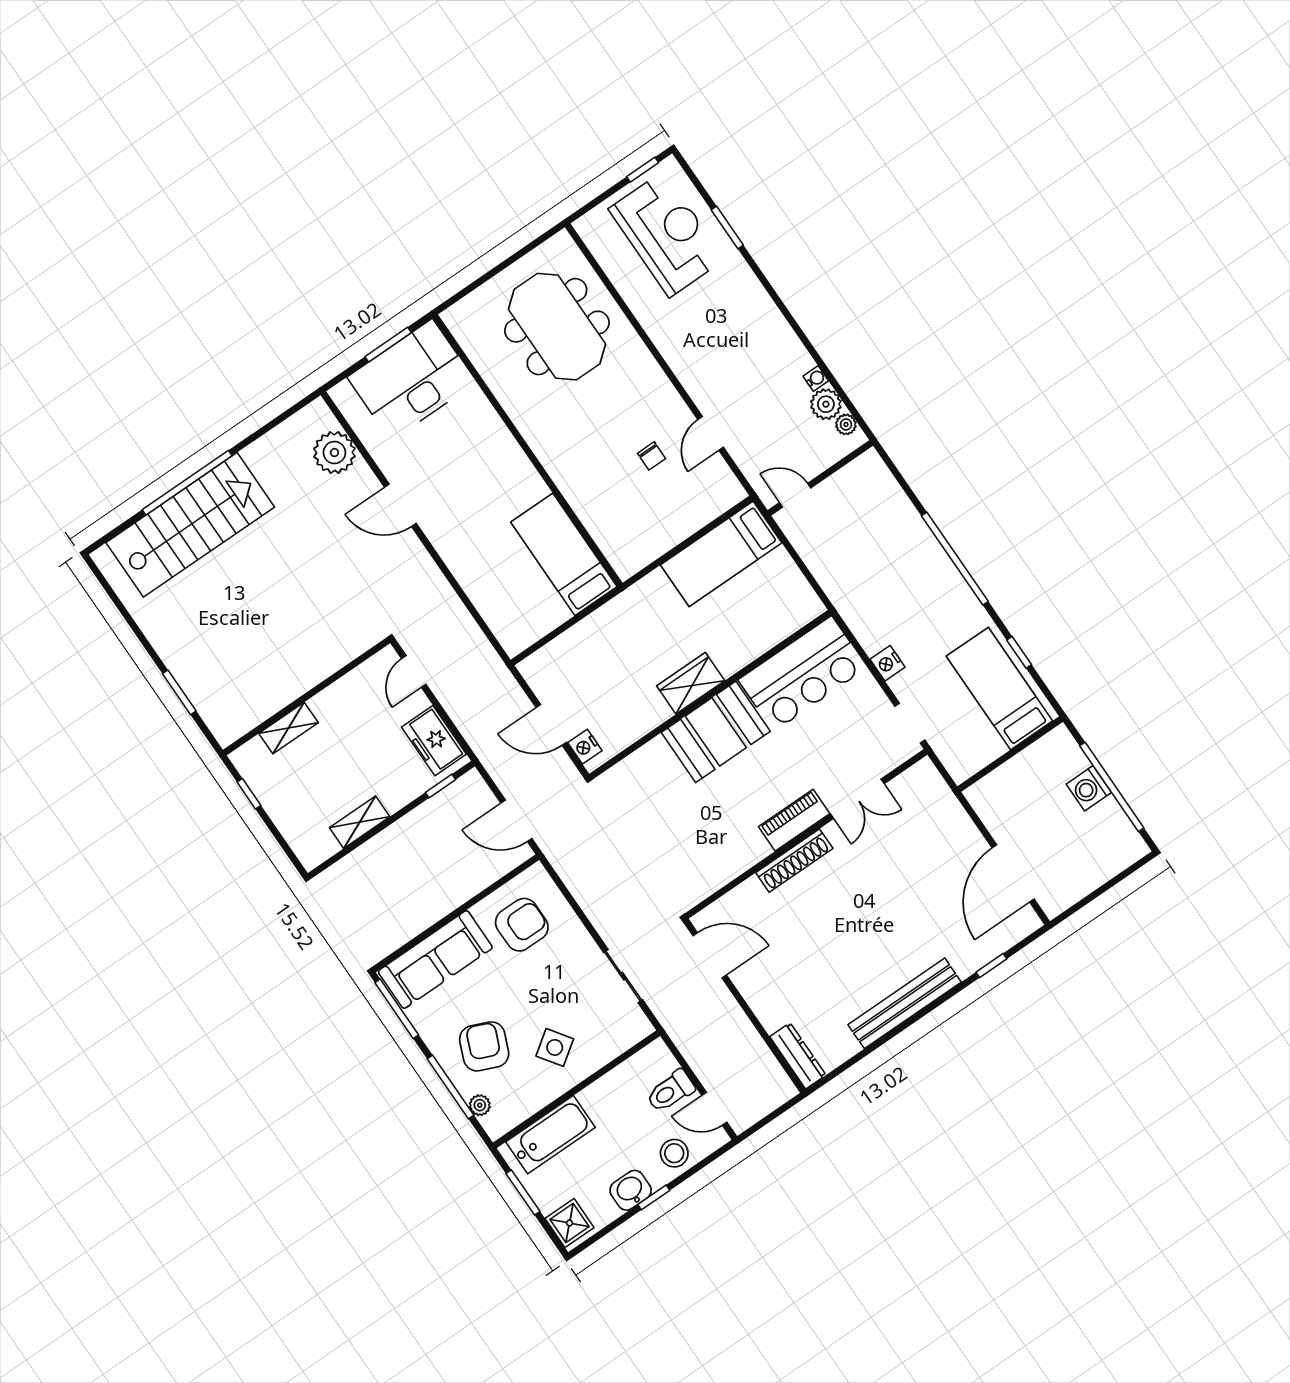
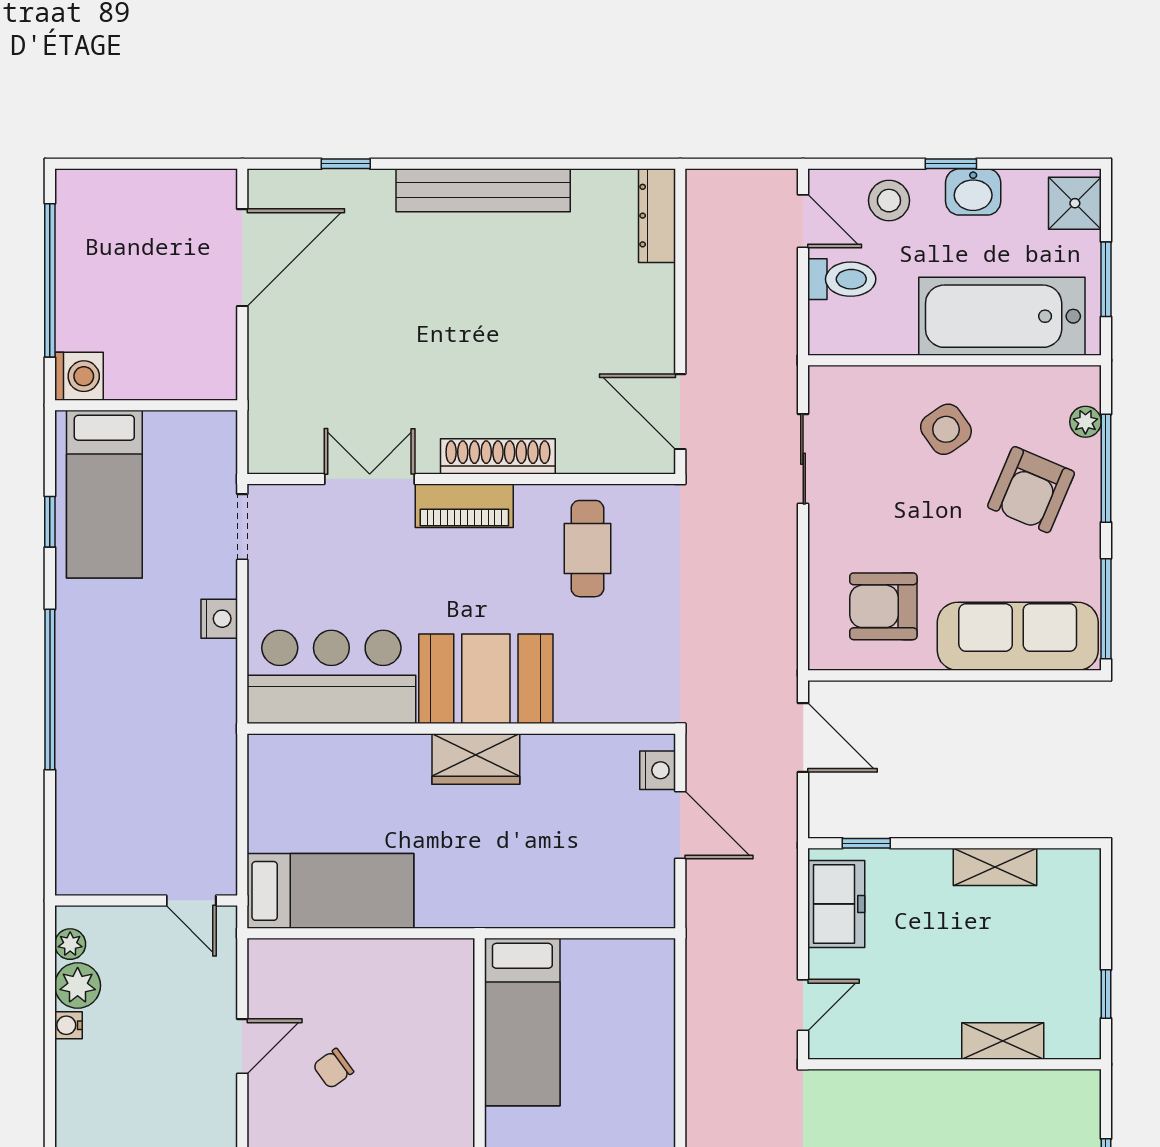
chair: (652, 456) -> (333, 1068), turned -126
washing machine: (1089, 788) -> (79, 376), moved
cafe table: (709, 843) -> (587, 549), added
bathtub: (551, 1135) -> (1002, 316), width x1.36, depth x1.36

